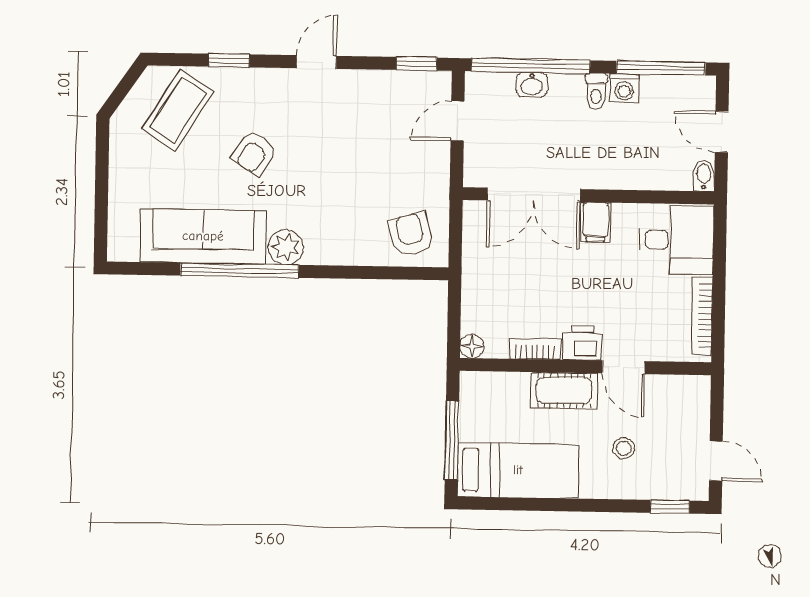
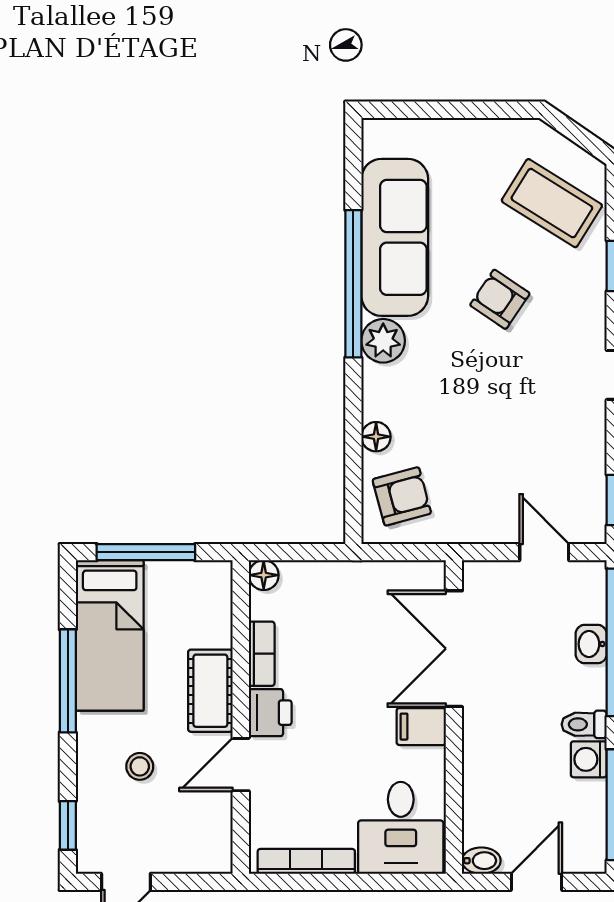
floor lamp: (363, 254) -> (376, 437), added
window: (554, 505) -> (68, 681), added

